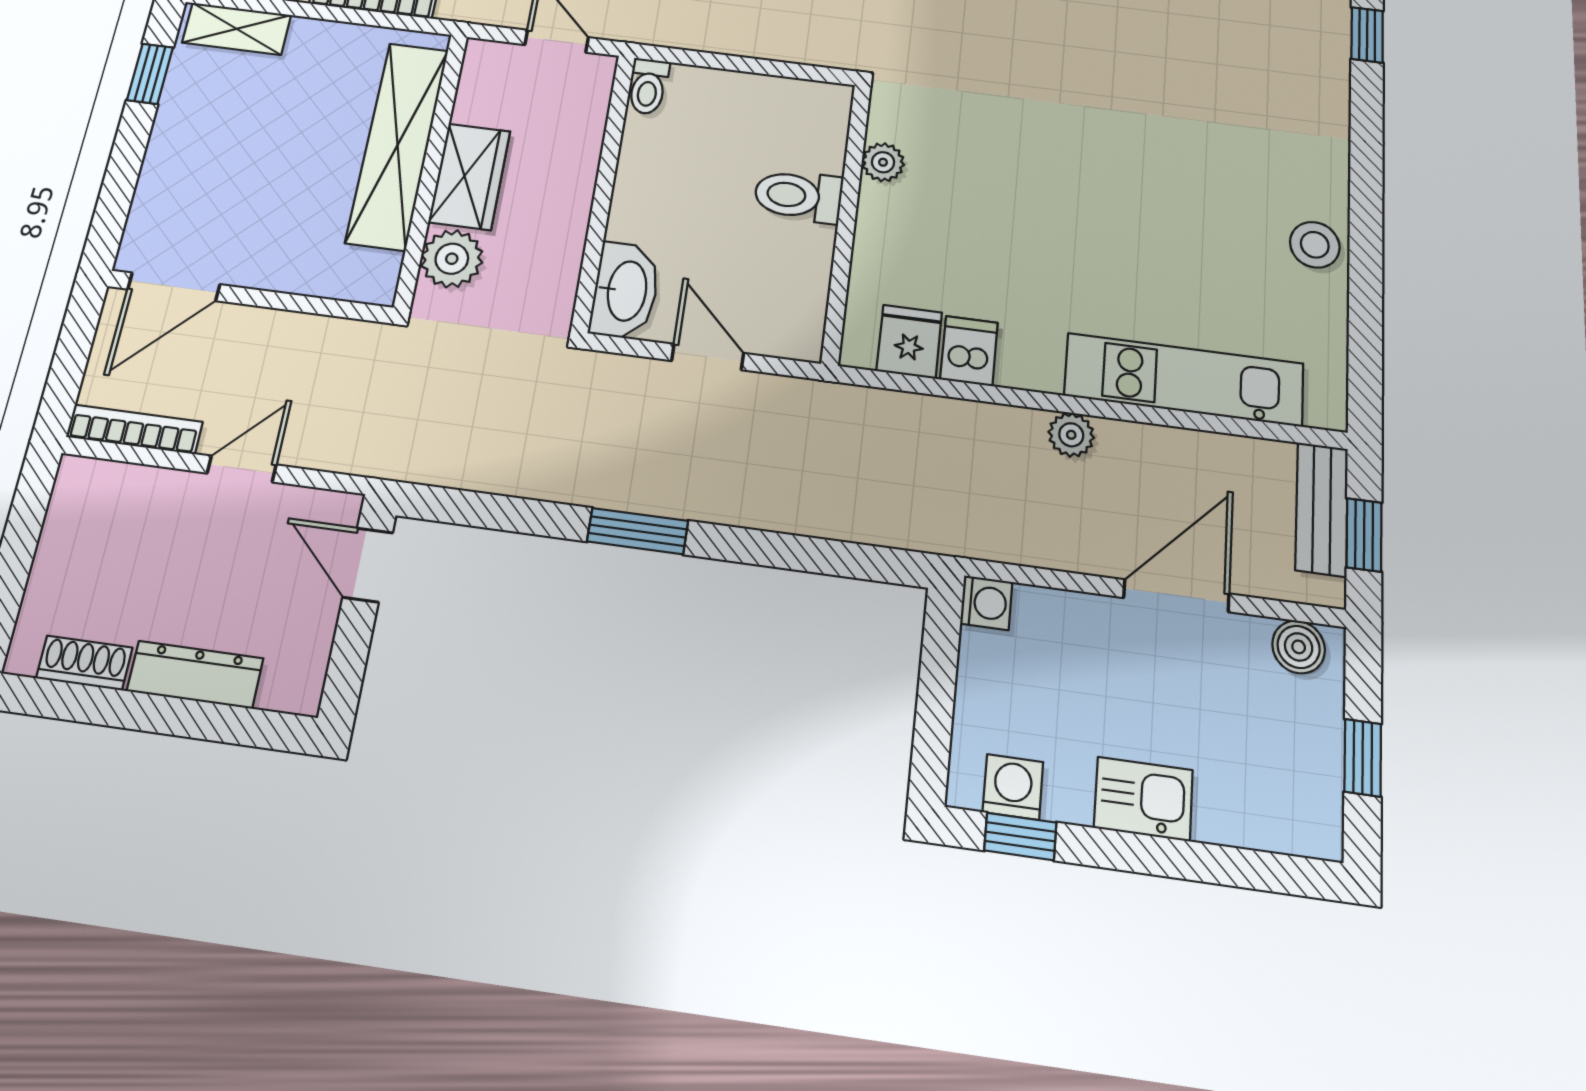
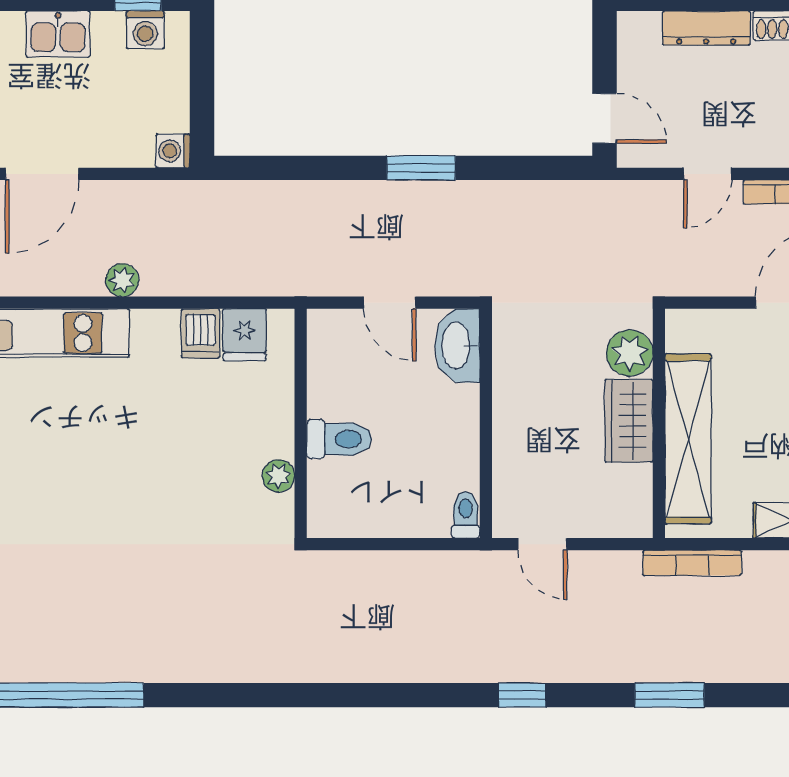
shelving: (398, 145) -> (688, 439), moved
wall: (431, 168) -> (659, 423), moved
wardrobe: (469, 177) -> (629, 421), moved
plant: (452, 259) -> (630, 353), moved

